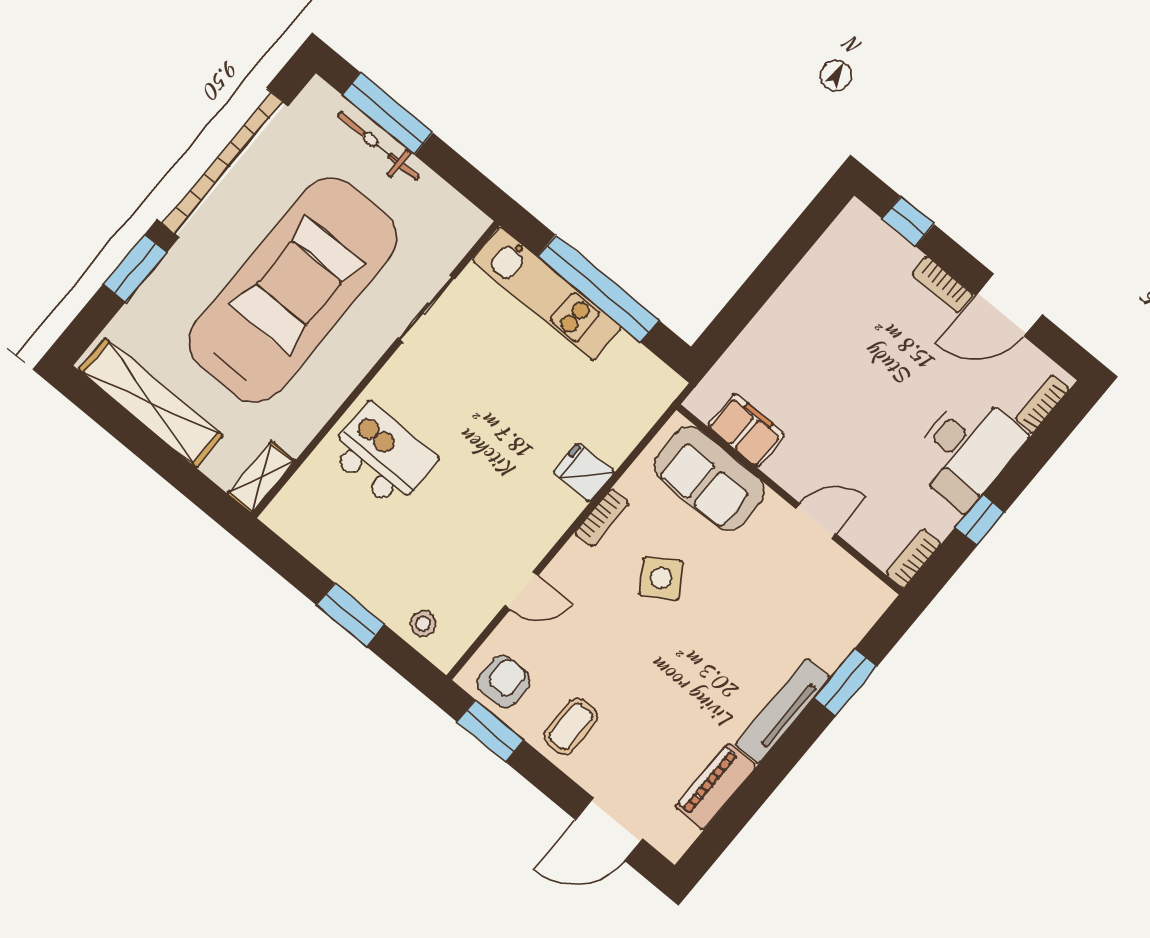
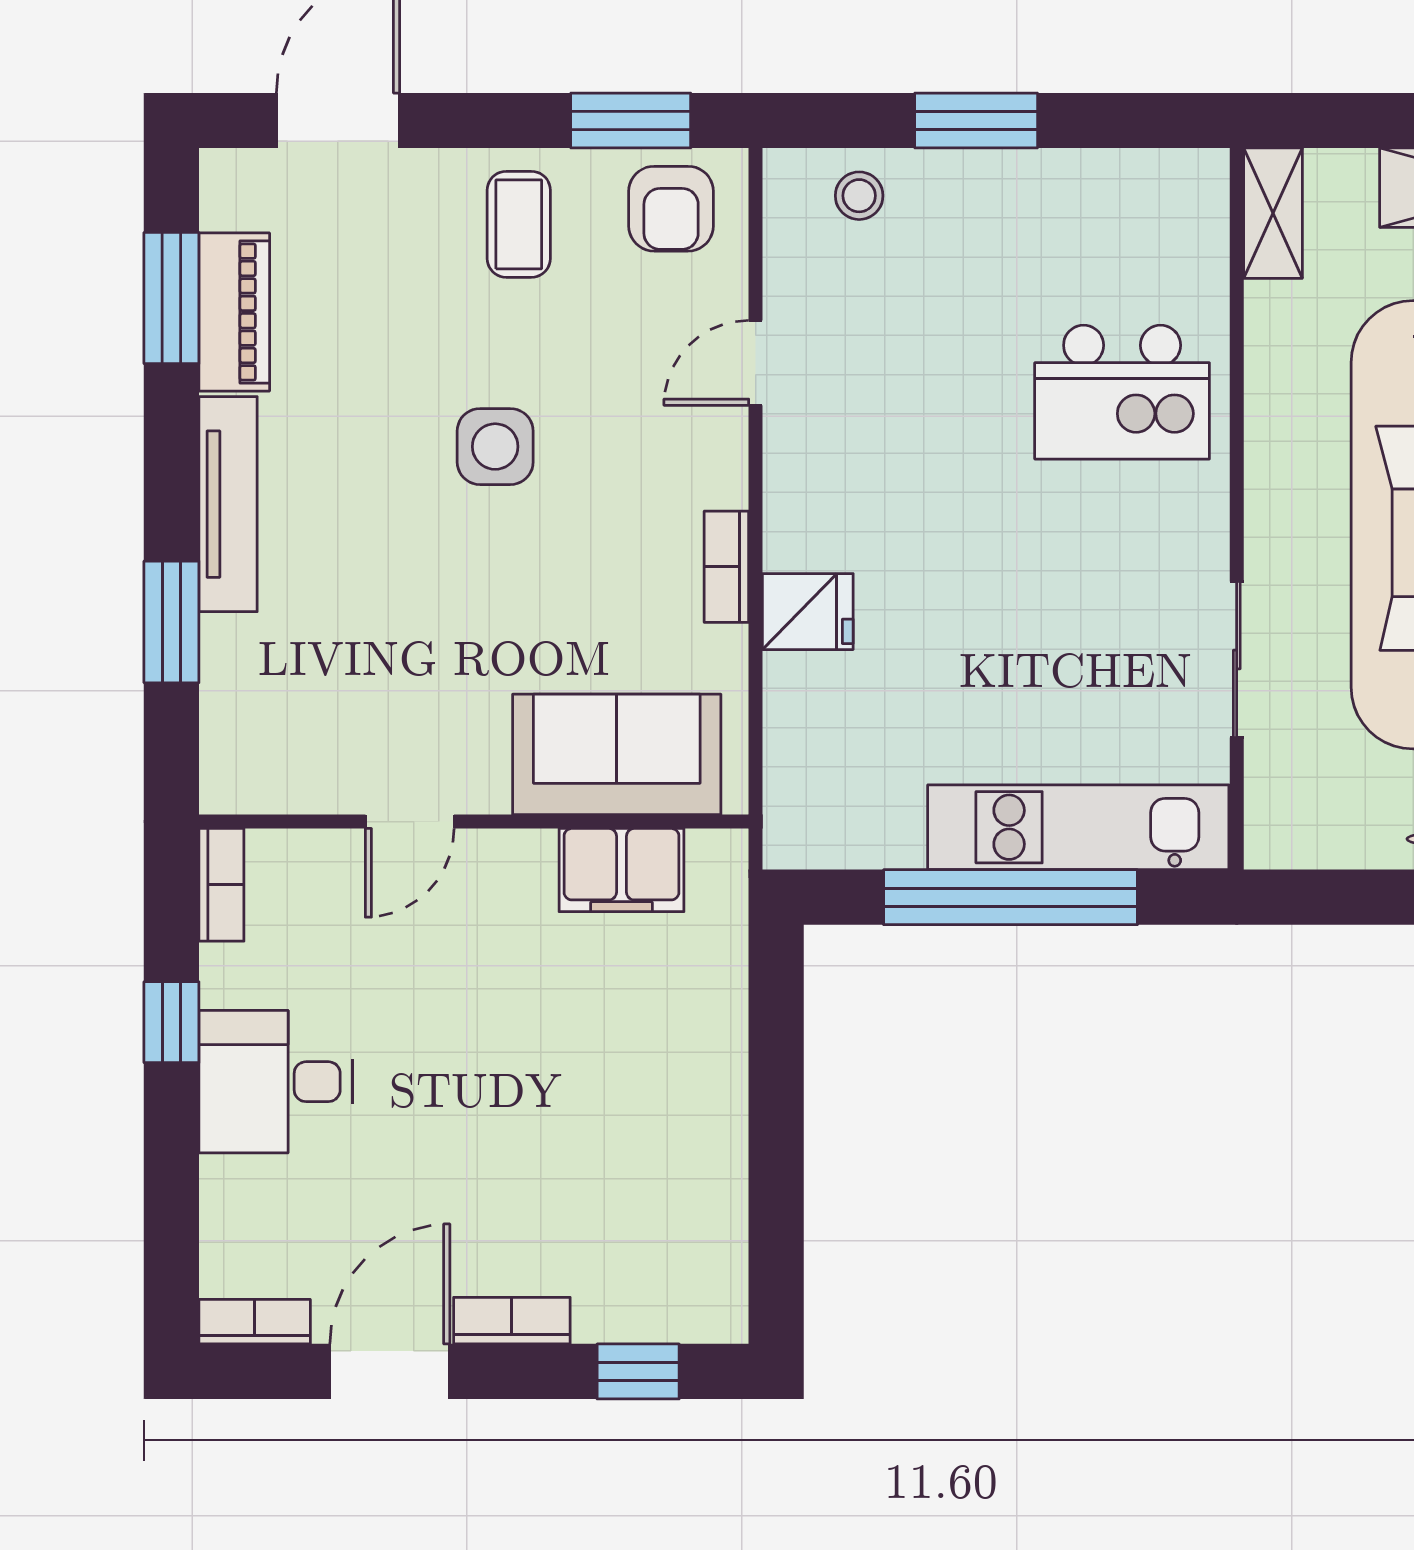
bookcase: (1042, 404) -> (255, 1322), moved, turned -90
desk: (967, 450) -> (276, 1082), width x0.73
side table: (661, 578) -> (495, 447), moved, turned 33
window: (736, 813) -> (171, 298), added

